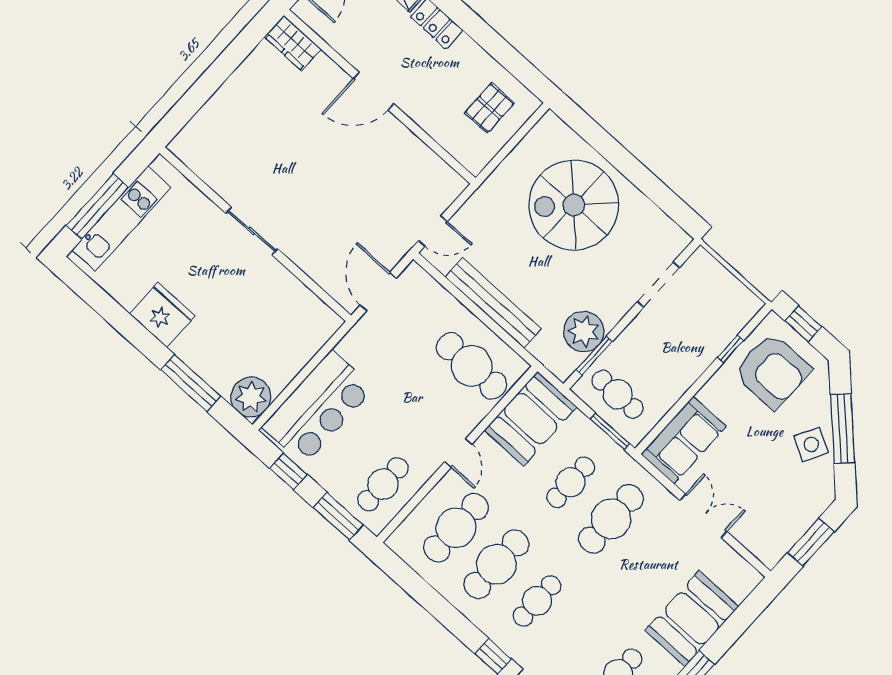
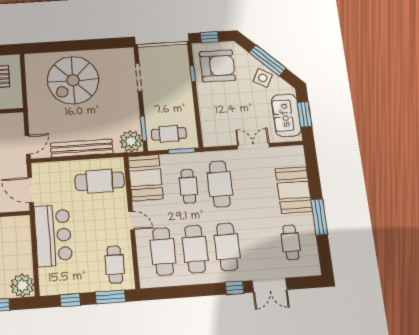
plant: (584, 331) -> (131, 141), moved
bar counter: (318, 408) -> (53, 235), moved
sofa: (684, 440) -> (286, 115), moved, turned 180
cafe table: (537, 601) -> (227, 247), width x1.37, depth x1.35

